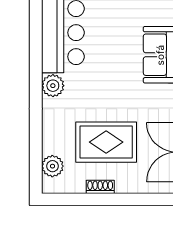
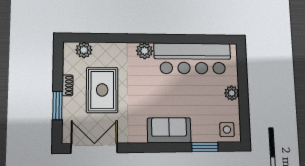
window: (127, 199) -> (57, 106), added

